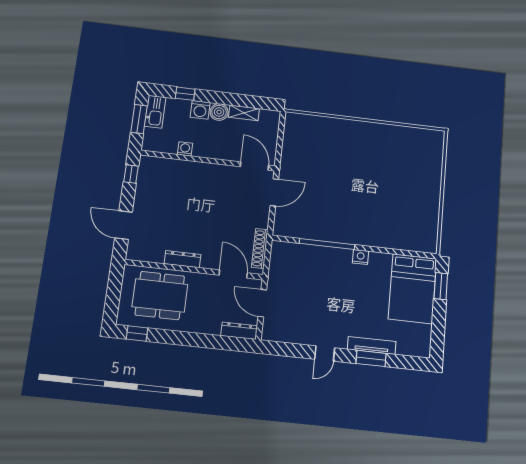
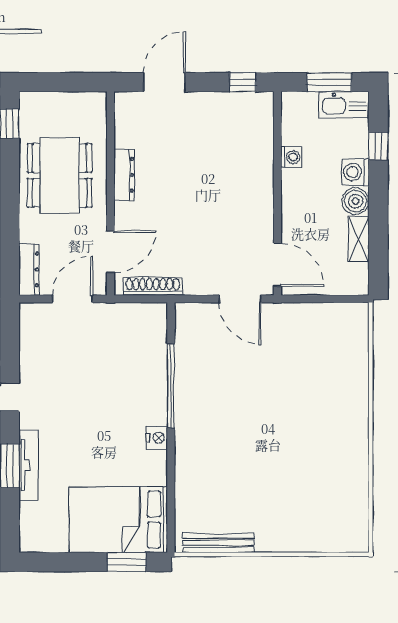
door: (255, 166) -> (277, 265), hinge flipped
bench: (432, 225) -> (218, 543), added
dining table: (160, 295) -> (60, 175), moved

